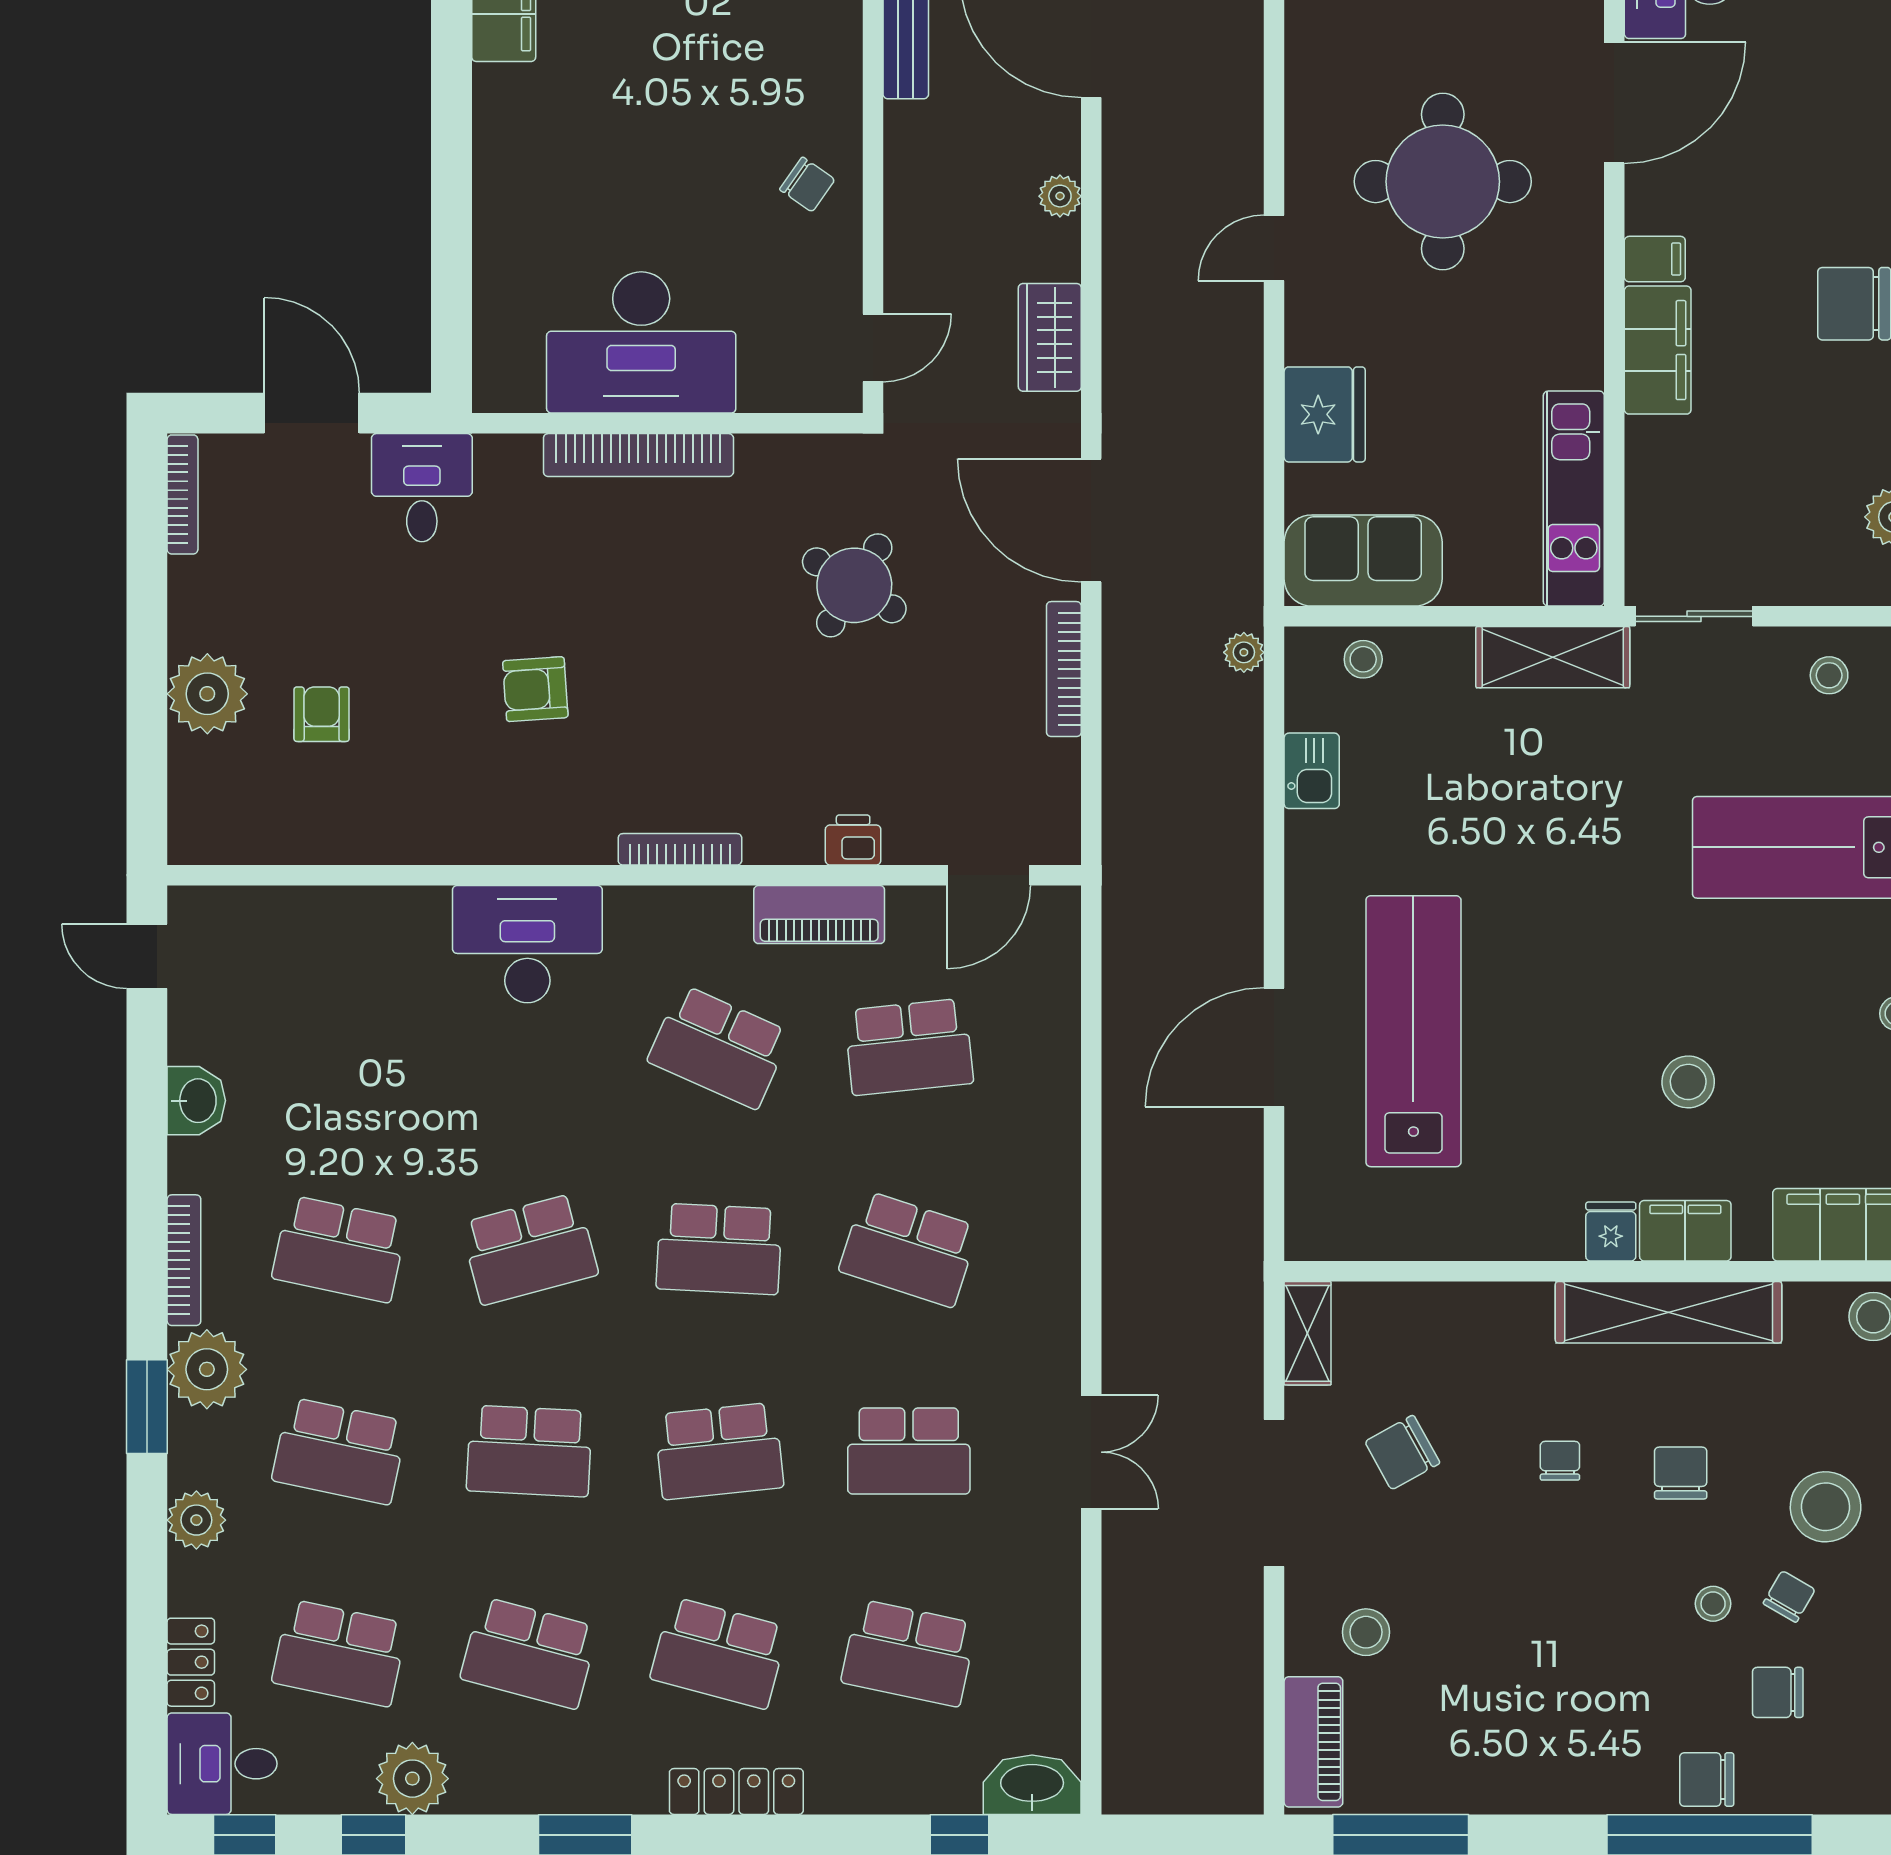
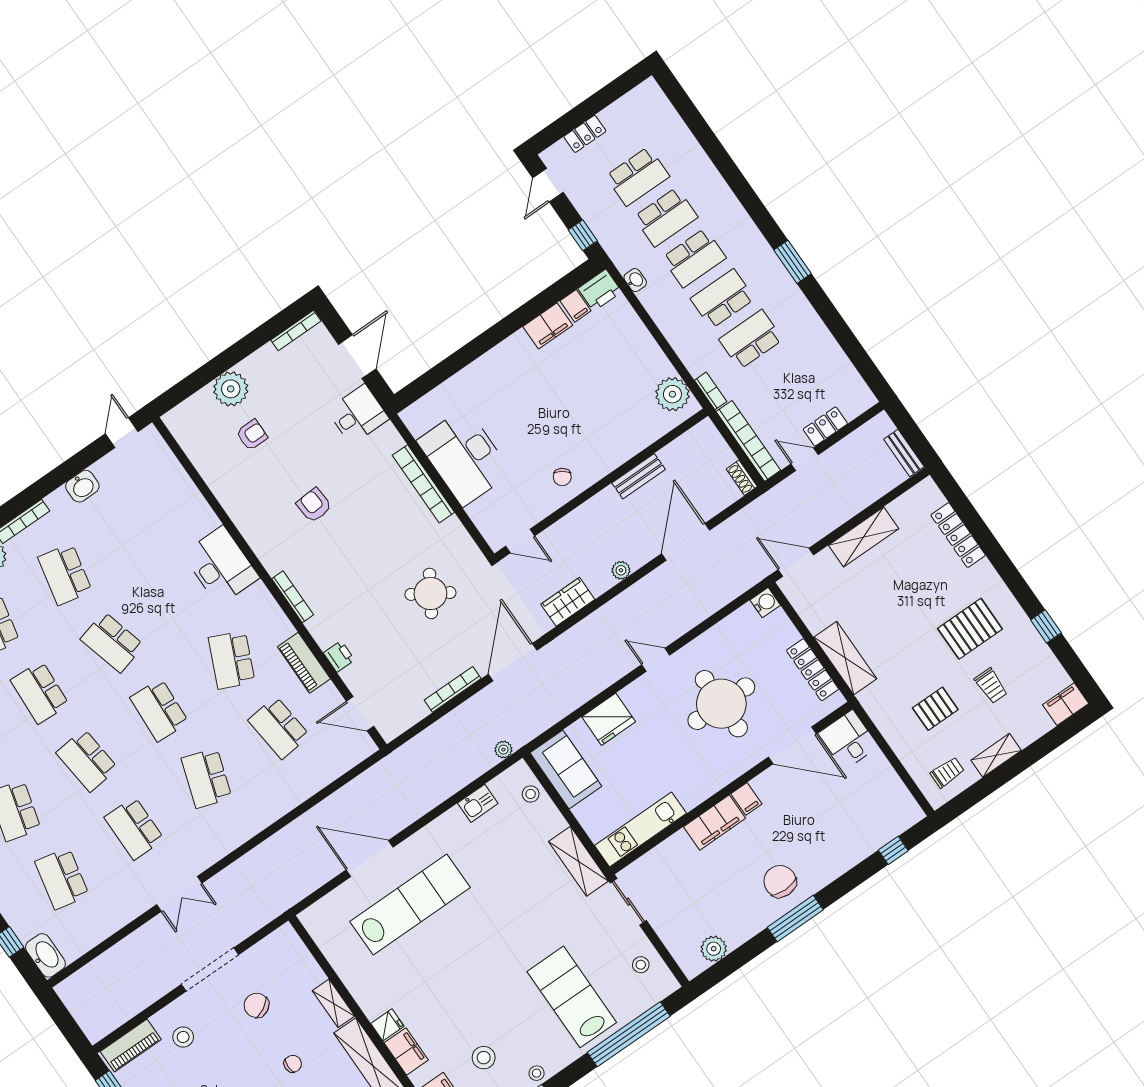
stool: (1688, 1082) -> (484, 1058), moved
shelving: (1308, 1333) -> (333, 1003), moved, turned 90

